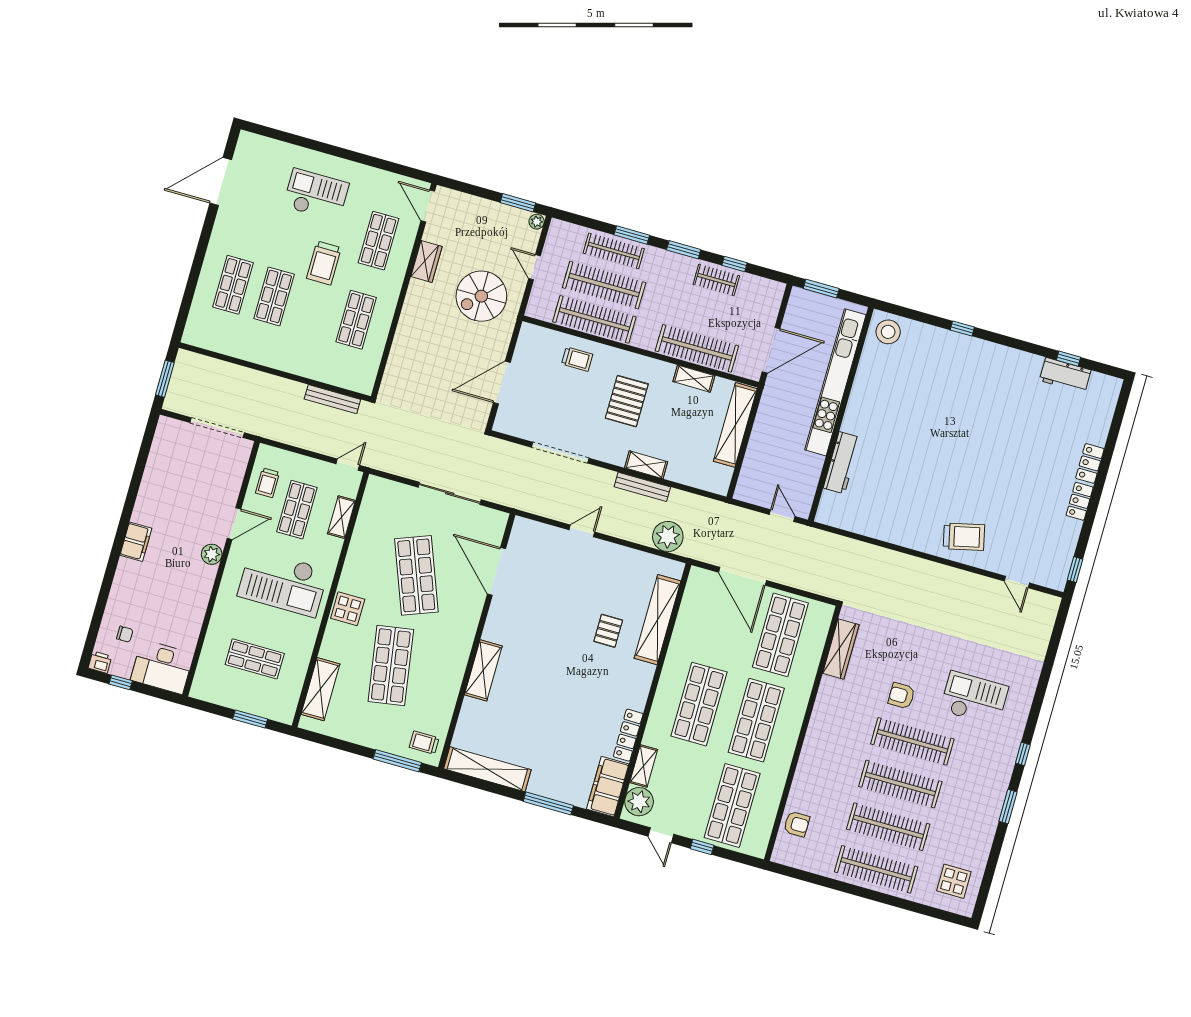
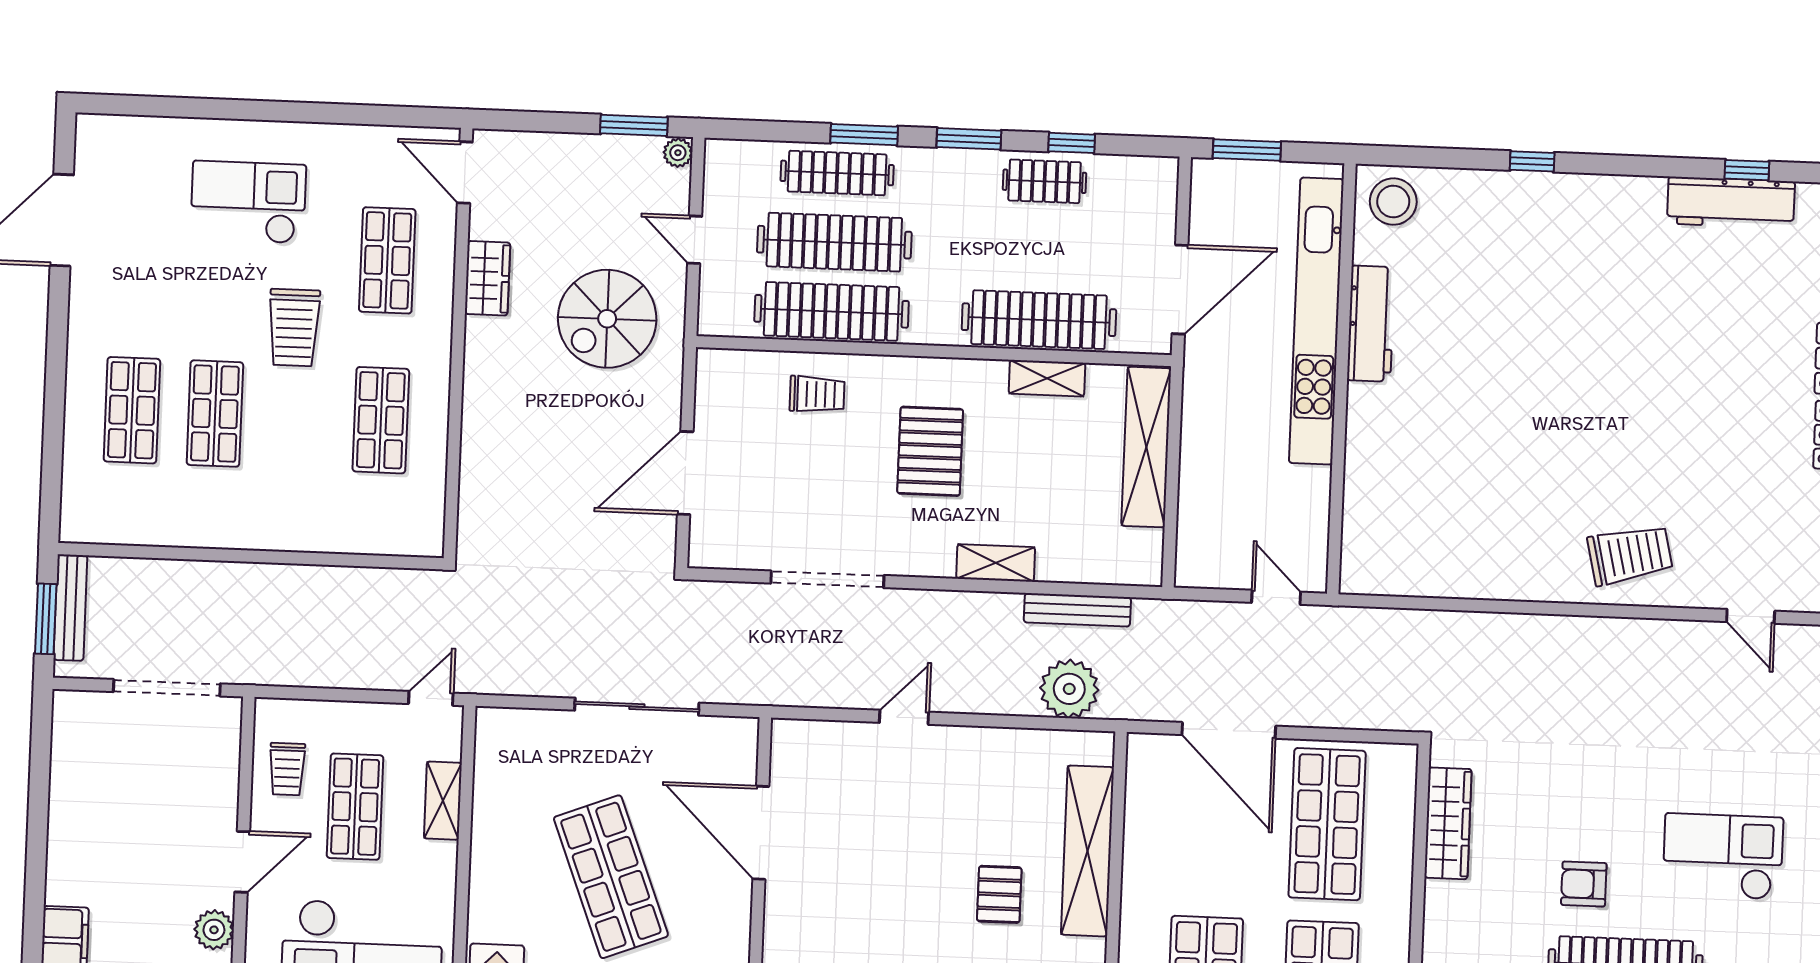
workbench: (1065, 375) -> (1731, 203), width x1.38
bench: (332, 399) -> (70, 608), moved, turned 90
workbench: (842, 463) -> (1371, 324), moved
bench: (642, 487) -> (1077, 610), moved

